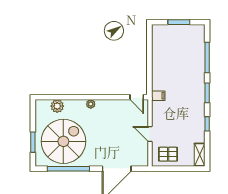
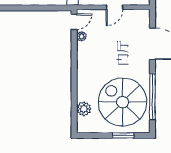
plant: (91, 104) -> (82, 36), moved

